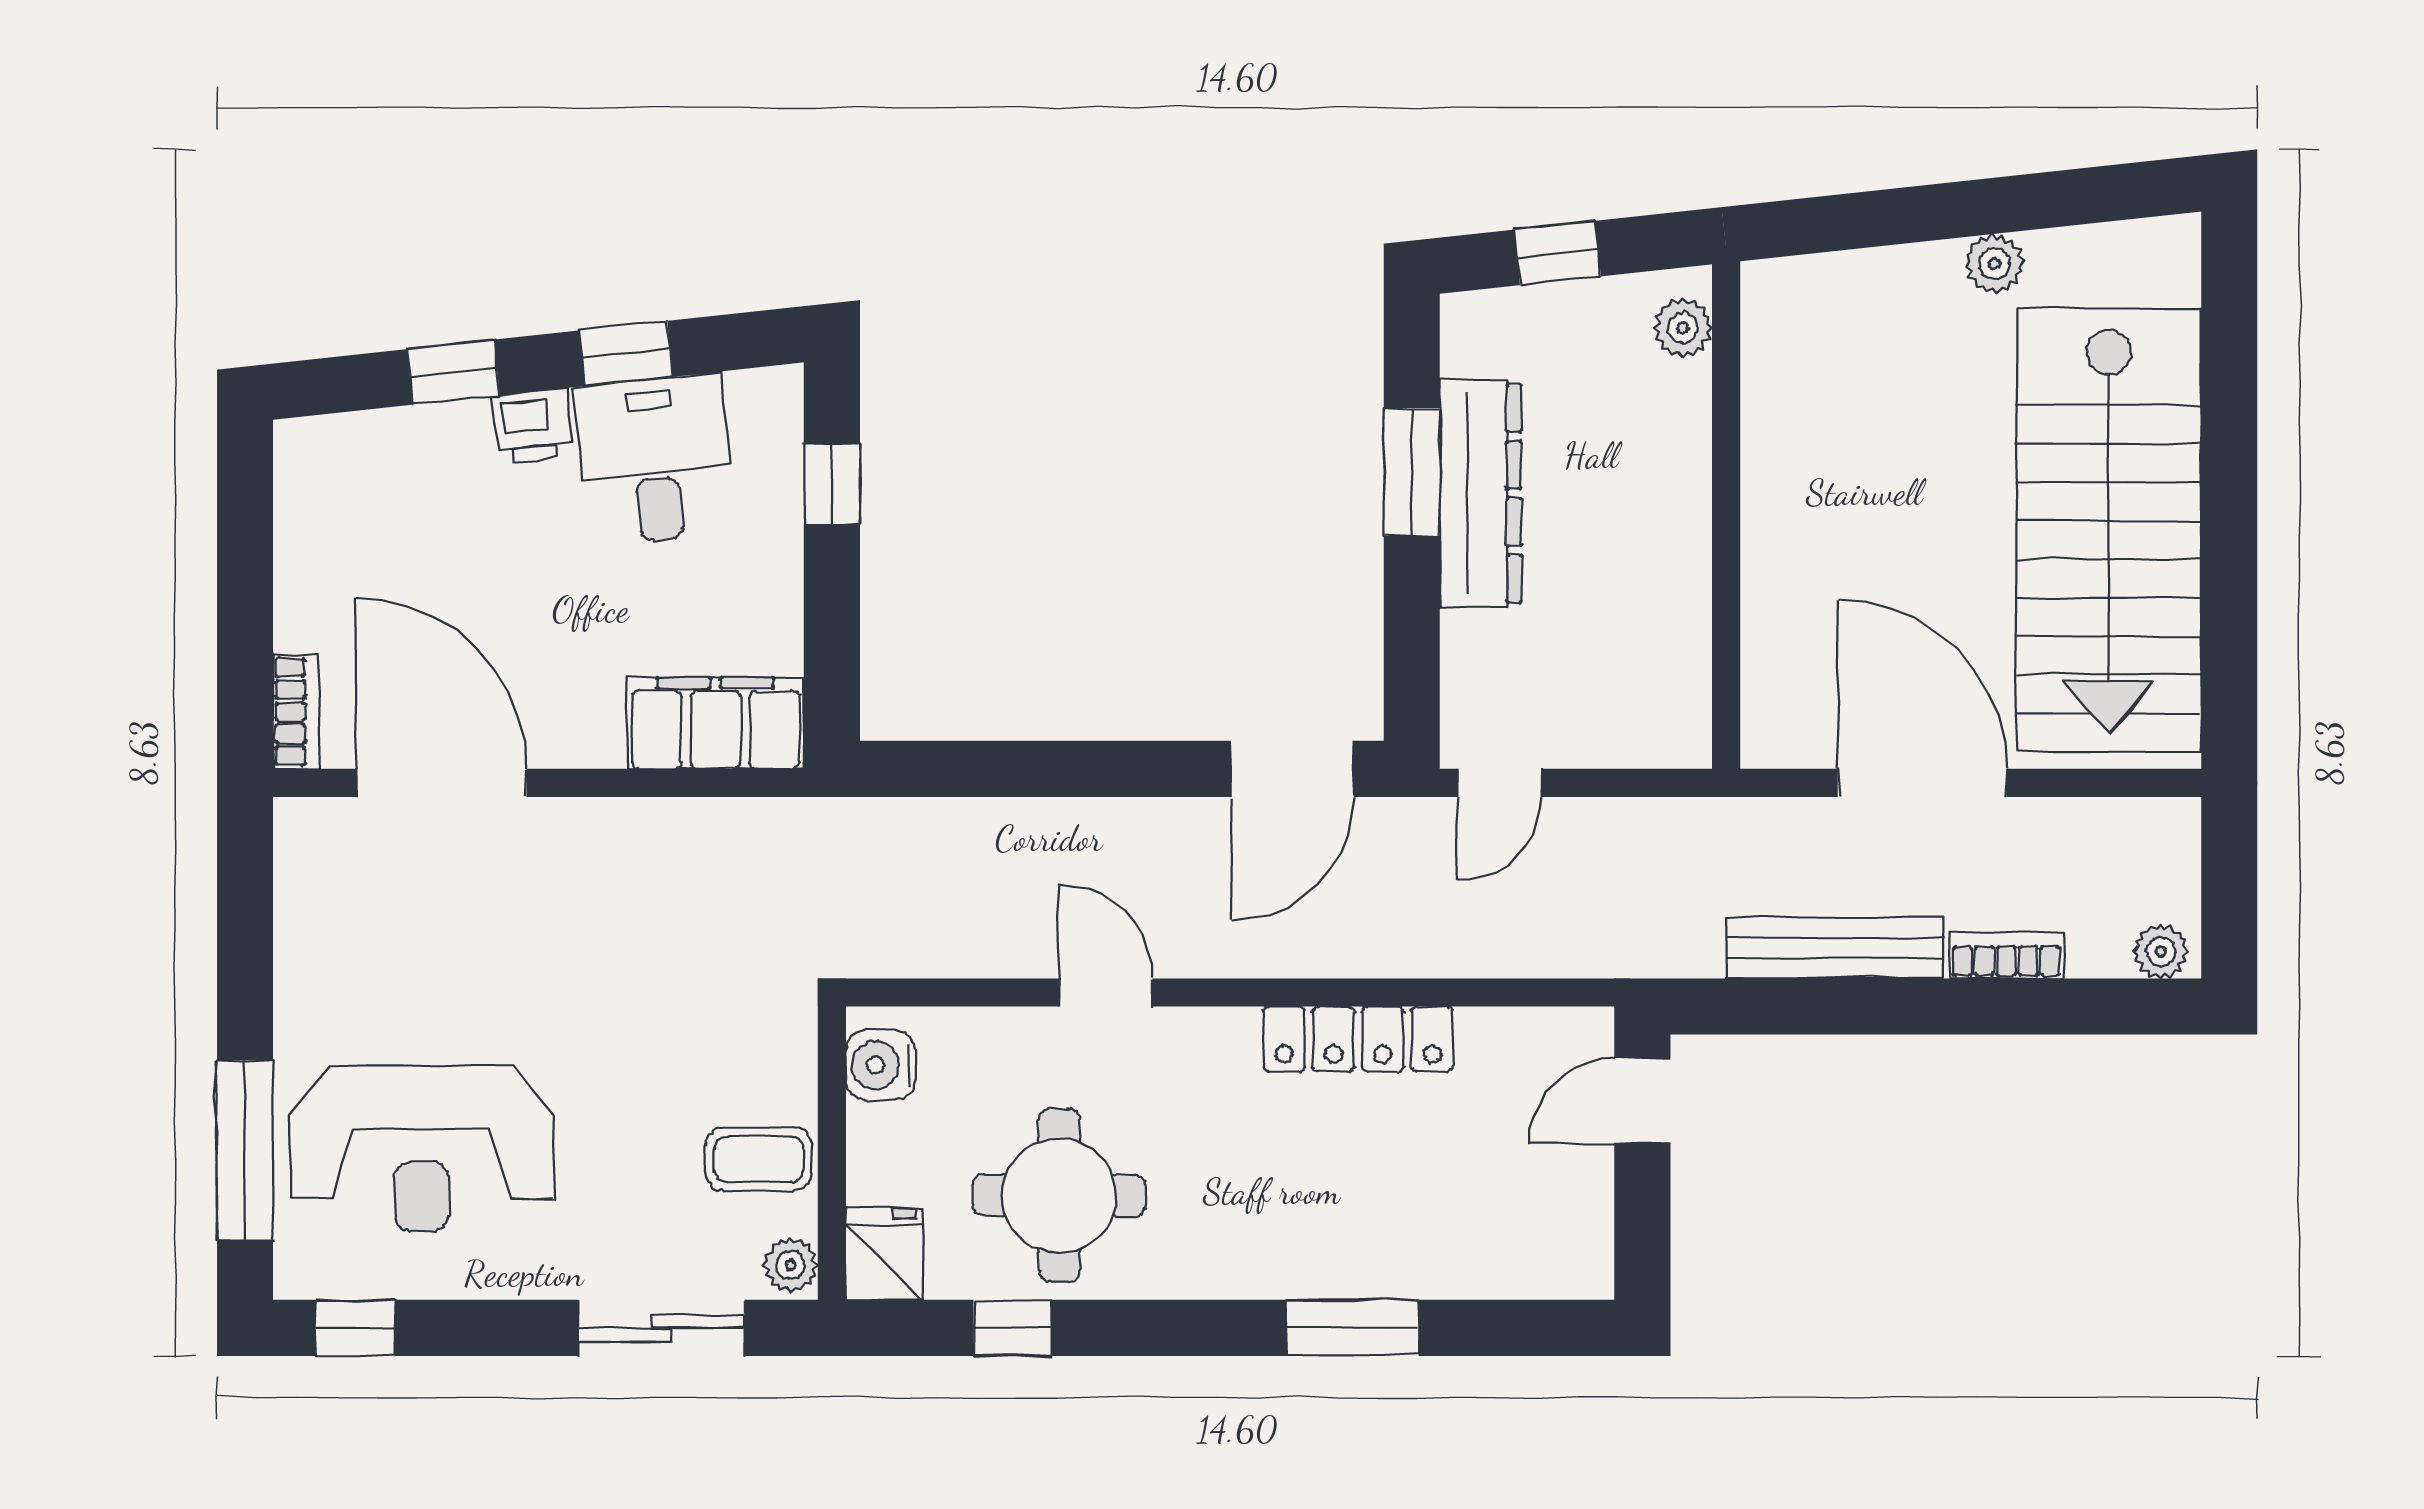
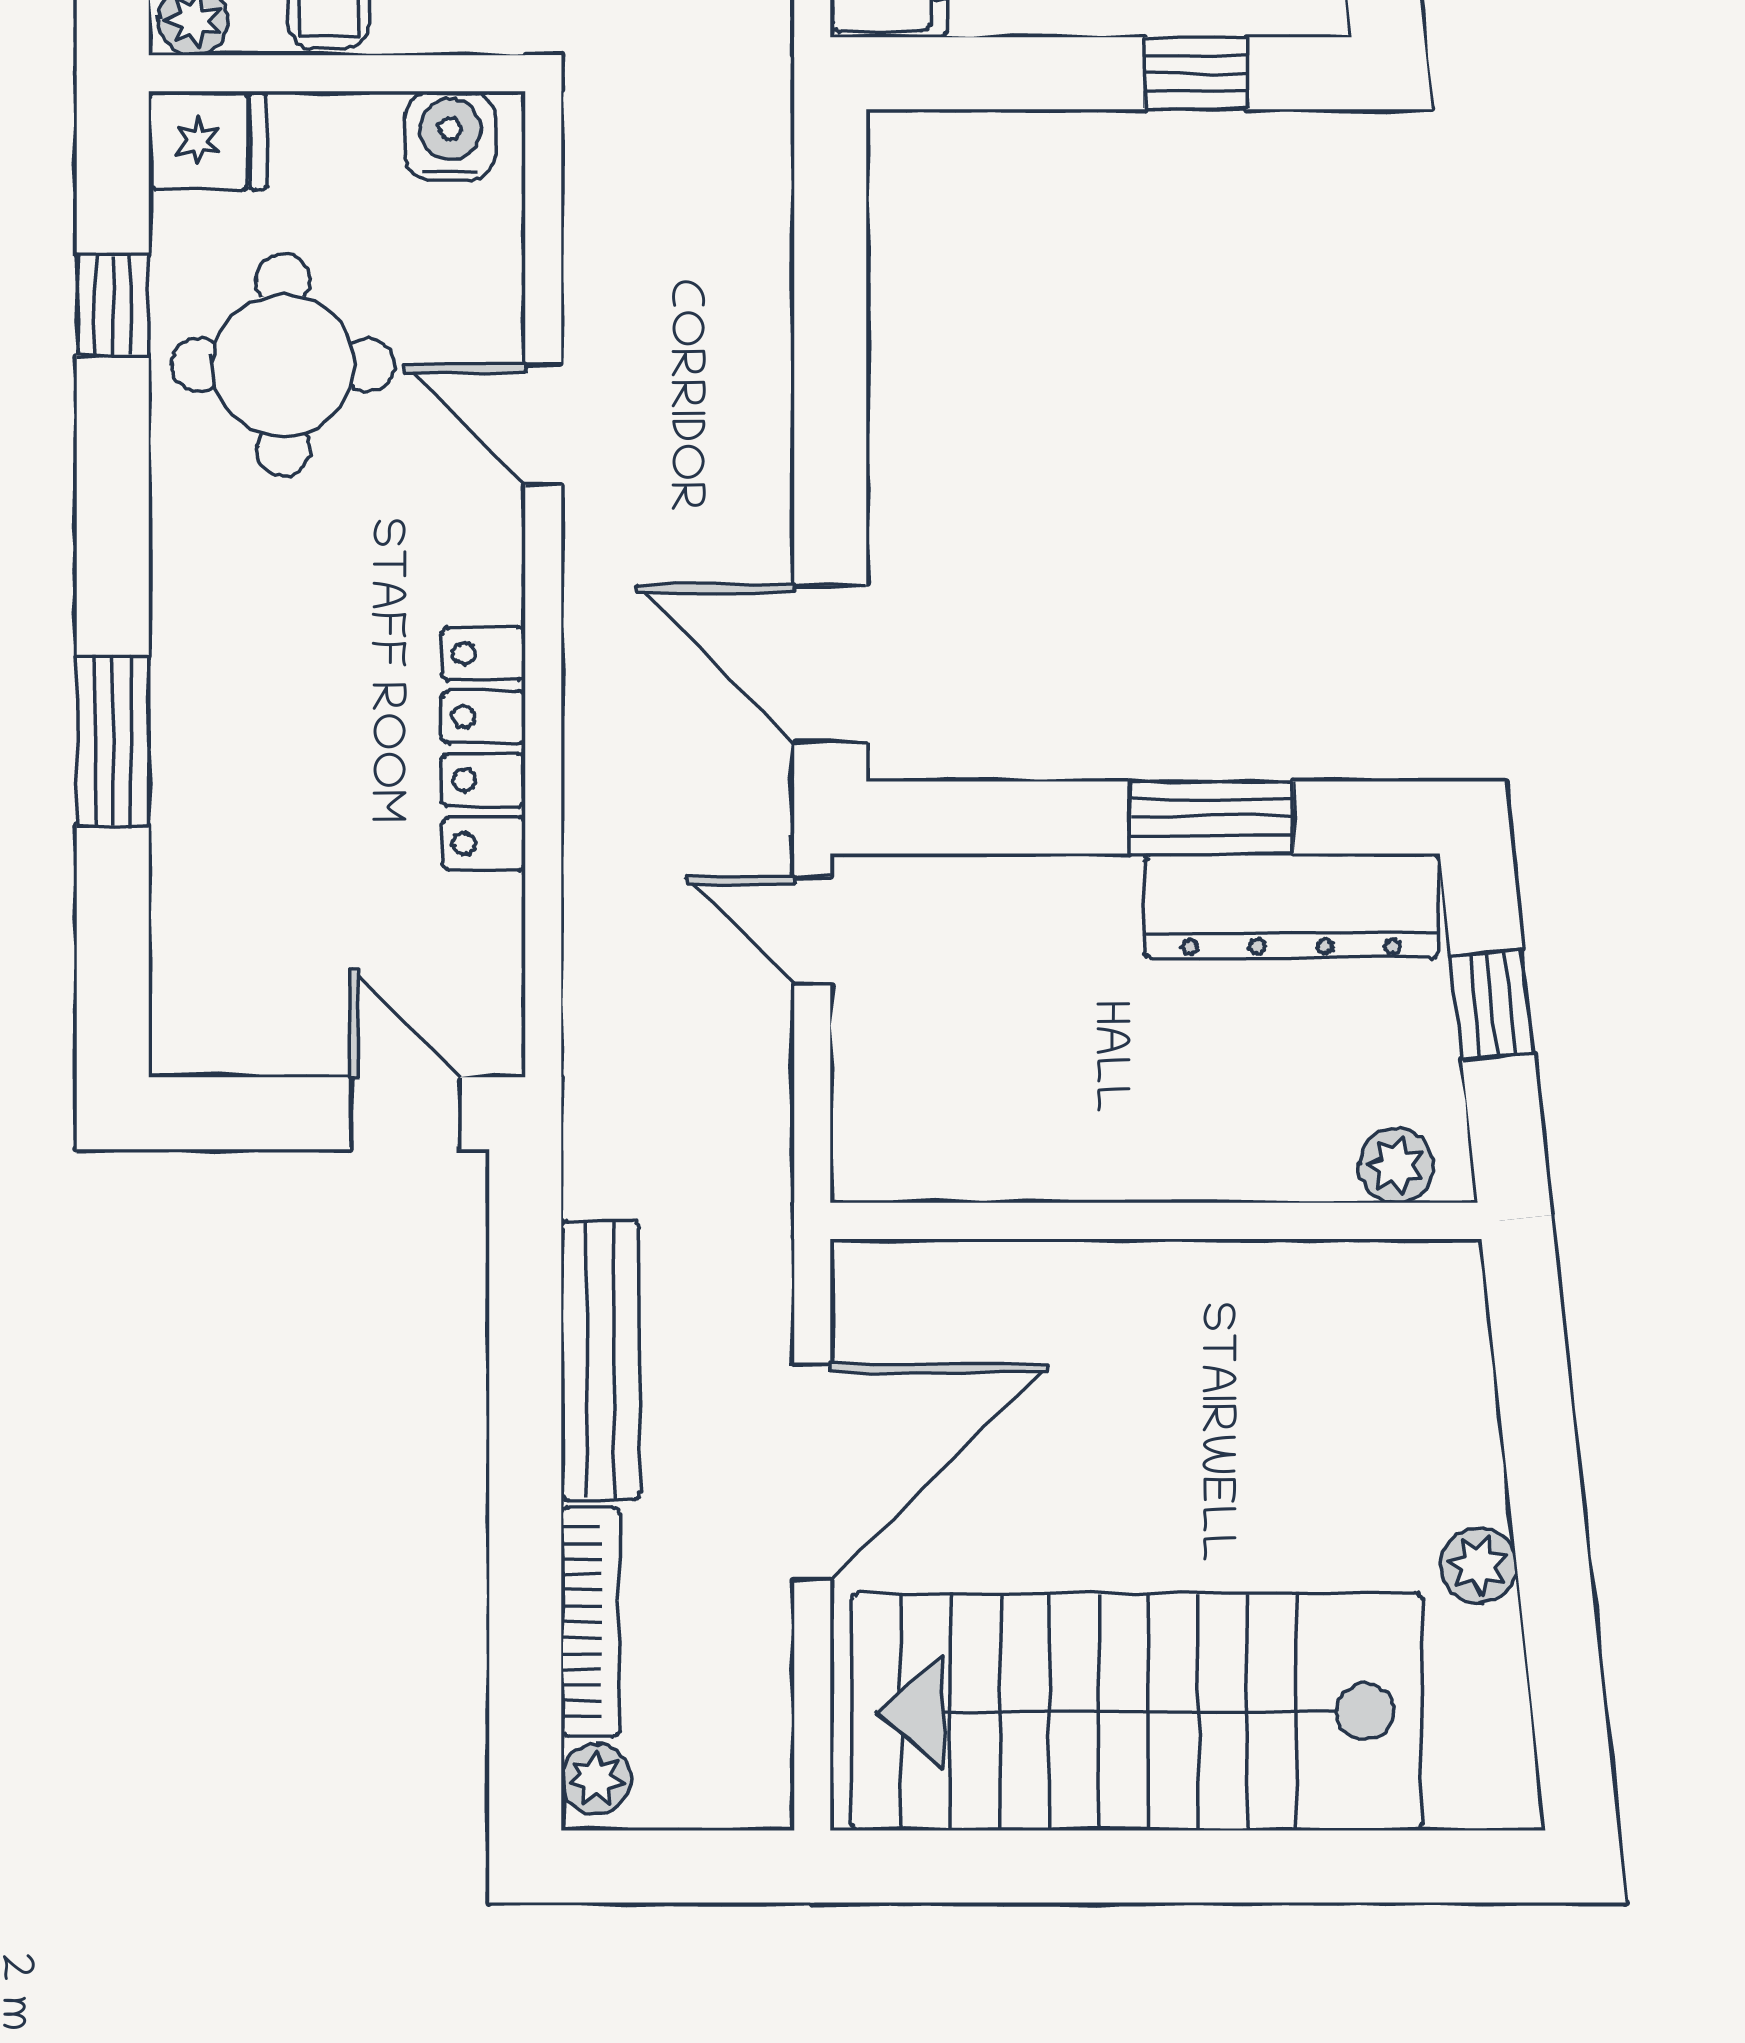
dresser: (1481, 493) -> (1291, 906), moved
bookcase: (2006, 956) -> (591, 1622), width x1.56
door: (1106, 992) -> (543, 425), swing flipped

